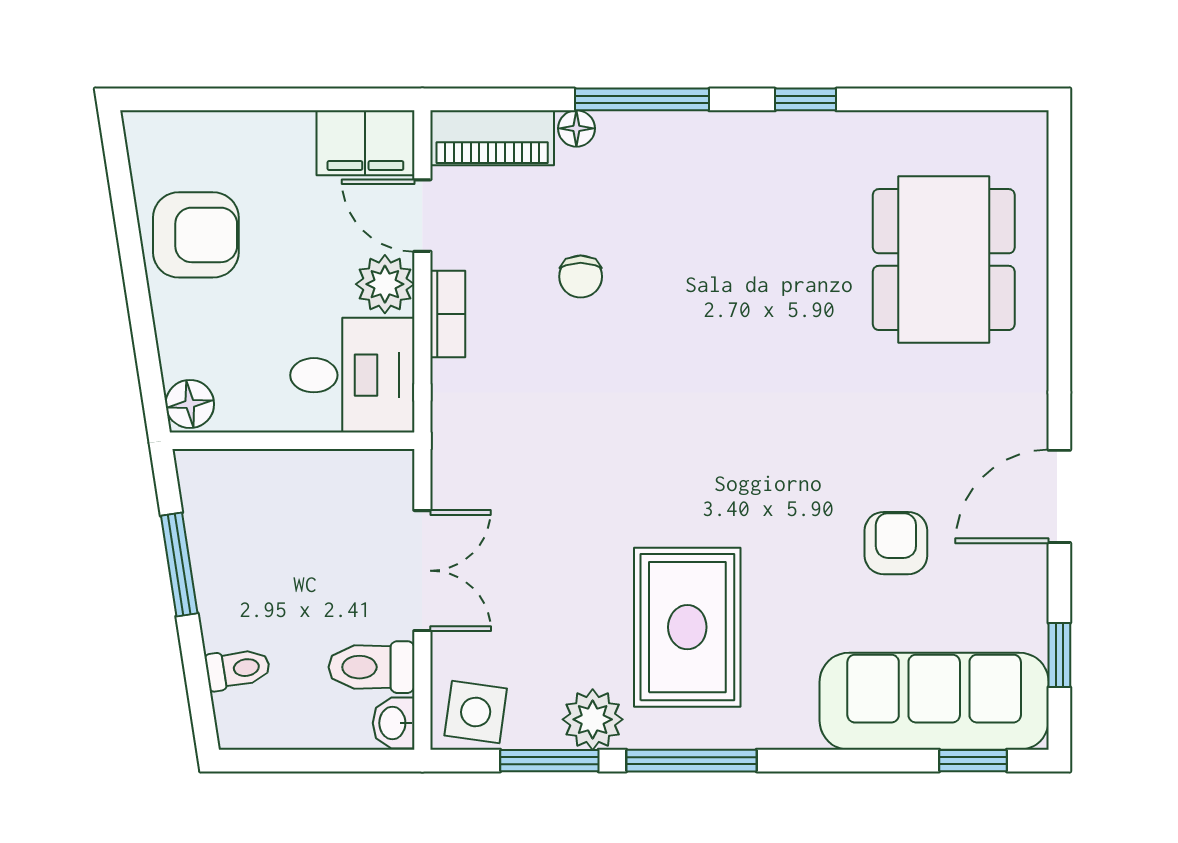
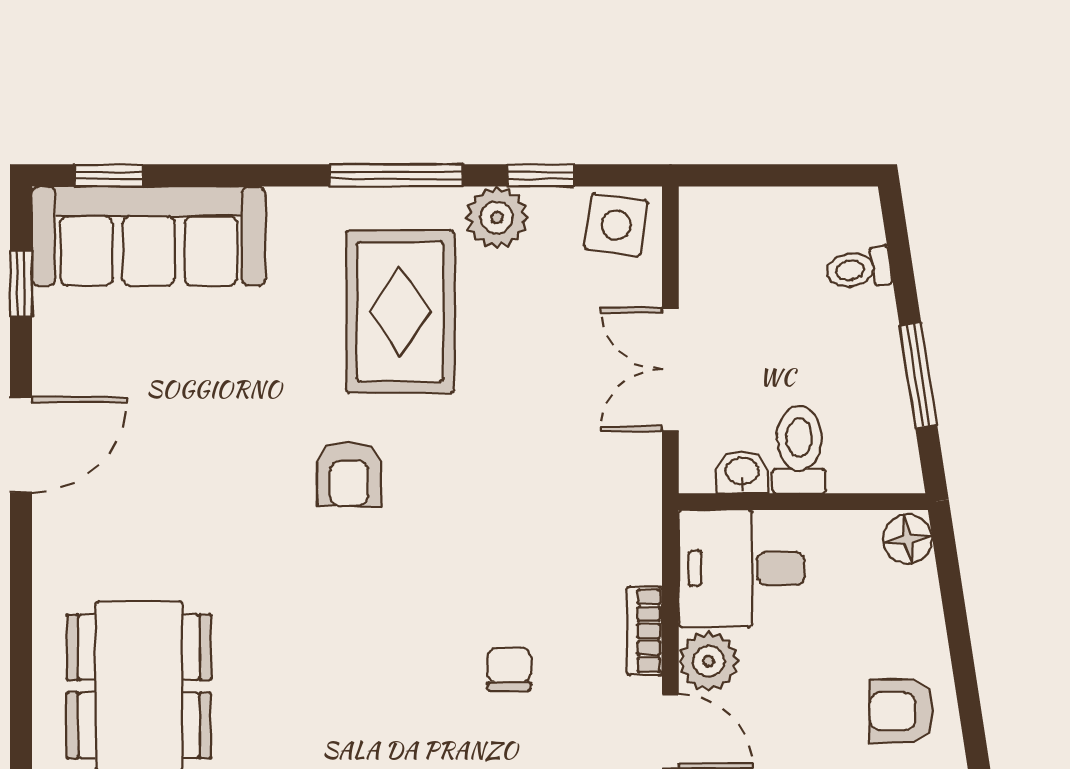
armchair: (196, 235) -> (901, 711), width x0.72, depth x0.72
armchair: (896, 543) -> (349, 474), moved
toilet: (371, 667) -> (799, 450), moved, turned -90
washbasin: (394, 723) -> (742, 472), moved, turned -90
window: (549, 761) -> (541, 175), width x0.67

